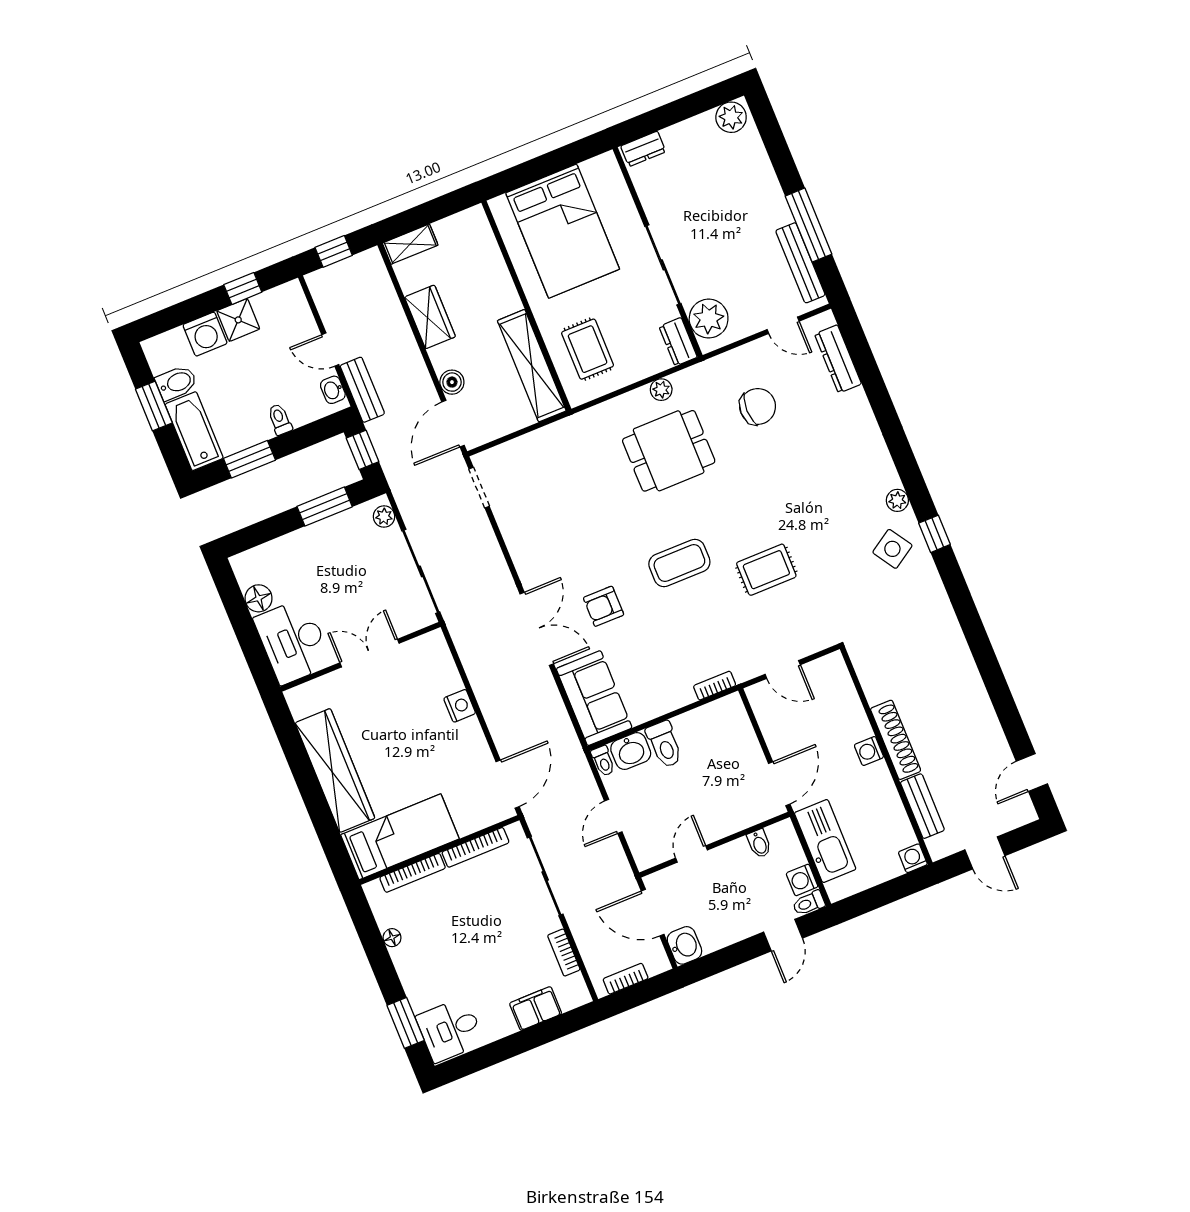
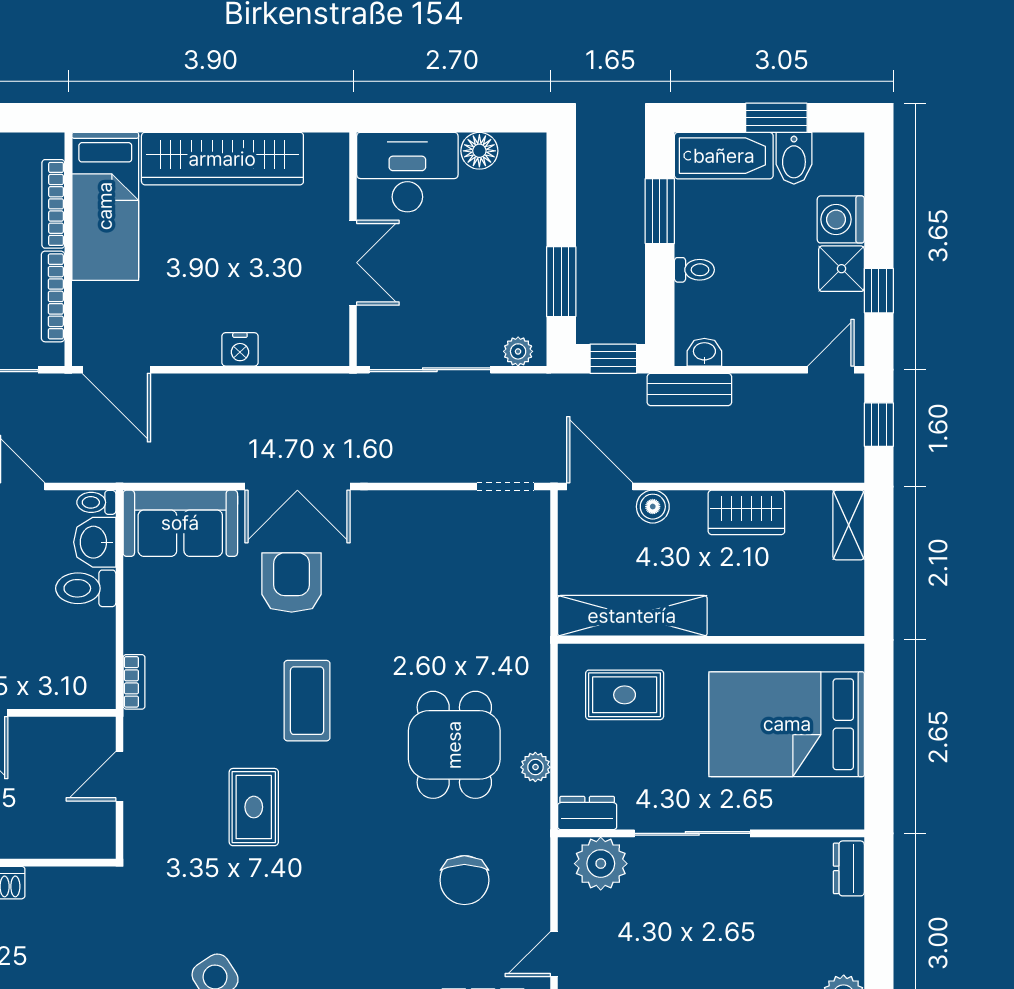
door: (330, 350) -> (831, 370), moved
armchair: (604, 606) -> (292, 582), width x1.38, depth x1.38

